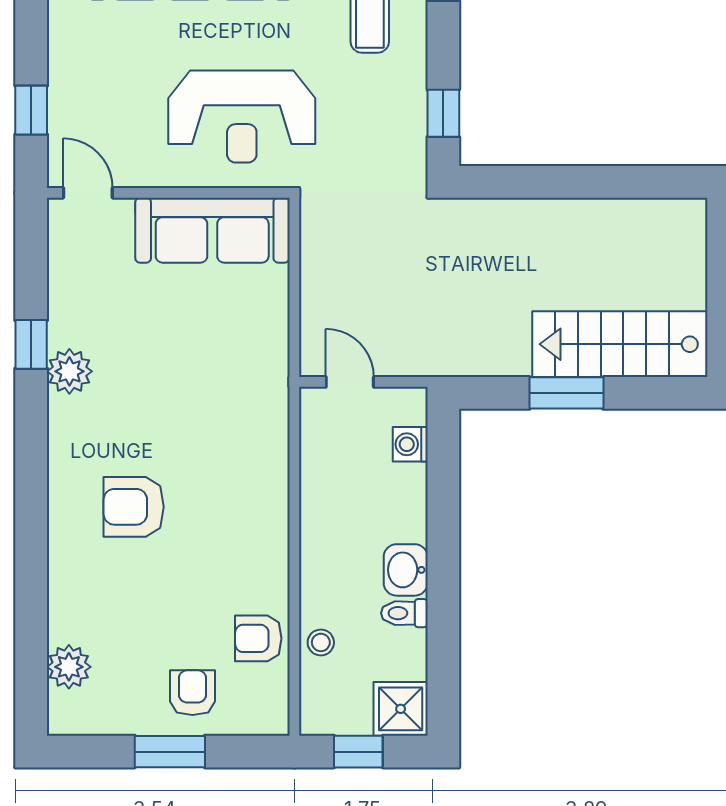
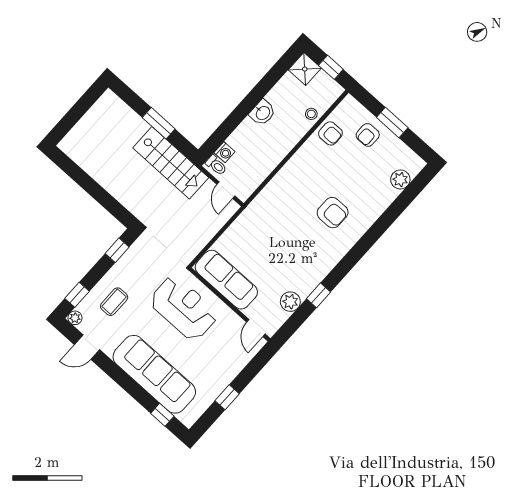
window: (31, 110) -> (227, 397), moved
stairs: (620, 344) -> (171, 163), moved
plant: (69, 371) -> (290, 302), moved
toilet: (404, 613) -> (216, 165), moved

